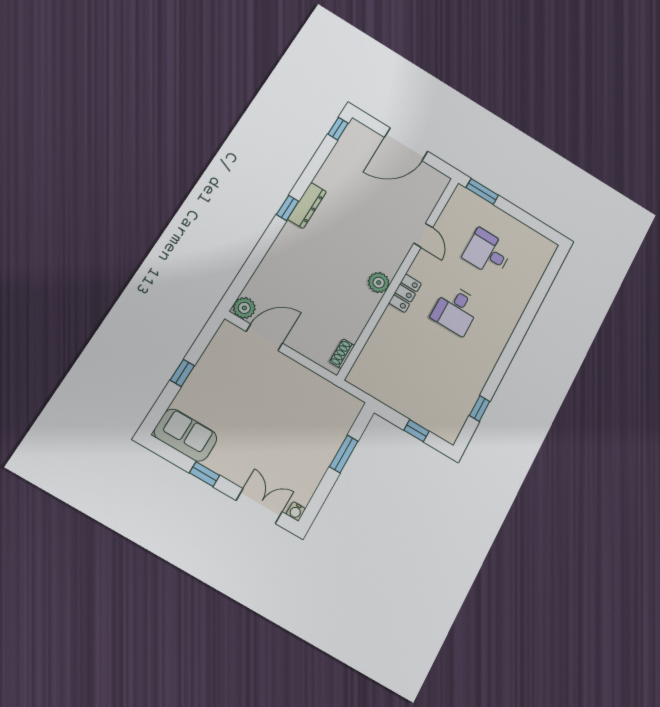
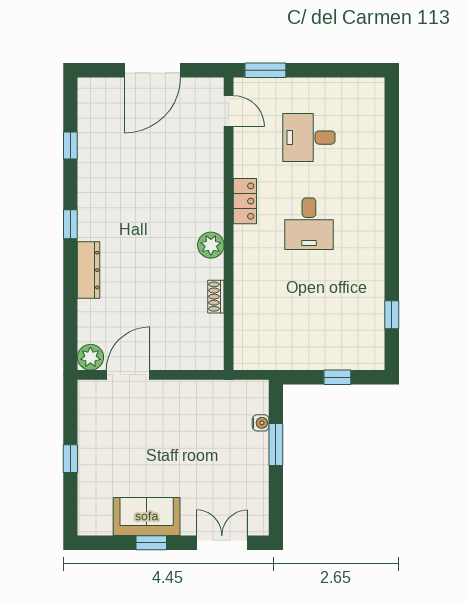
window: (338, 129) -> (70, 145), moved
dresser: (307, 205) -> (89, 270), moved
door: (423, 235) -> (229, 111), moved
locker: (405, 293) -> (245, 201), moved
shoe rack: (342, 354) -> (216, 297), moved
sofa: (186, 435) -> (147, 516), moved
water cooler: (296, 511) -> (261, 423), moved, turned -90

